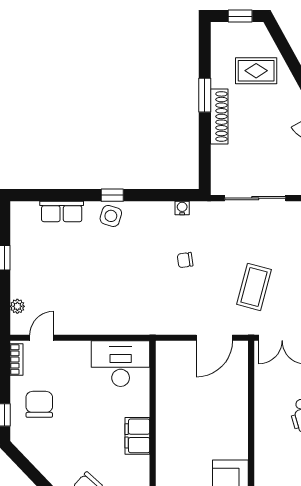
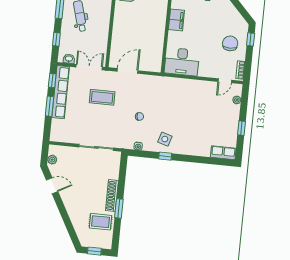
rug: (256, 71) -> (100, 222), moved
window: (112, 195) -> (165, 156), moved
row of seats: (62, 211) -> (223, 153), moved
side table: (111, 216) -> (165, 139), moved
coffee table: (254, 287) -> (102, 97), turned 75
chair: (39, 404) -> (230, 43), turned 180

